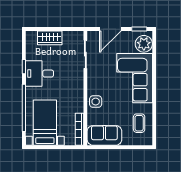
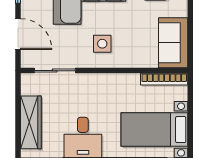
wardrobe: (50, 38) -> (31, 122), width x1.50
side table: (96, 102) -> (102, 44), moved

